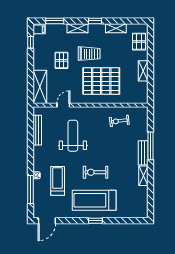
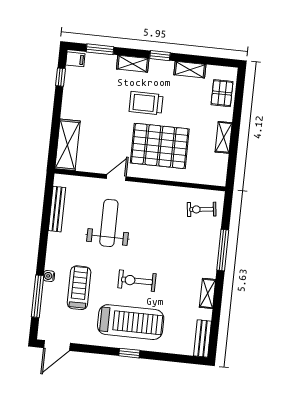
trolley: (89, 54) -> (146, 103), turned 180
pallet: (62, 60) -> (104, 109), removed
door: (63, 105) -> (116, 178), moved
exercise bike: (119, 121) -> (202, 209), moved
bench: (143, 153) -> (203, 338), moved
treadmill: (94, 200) -> (131, 322), turned 180

